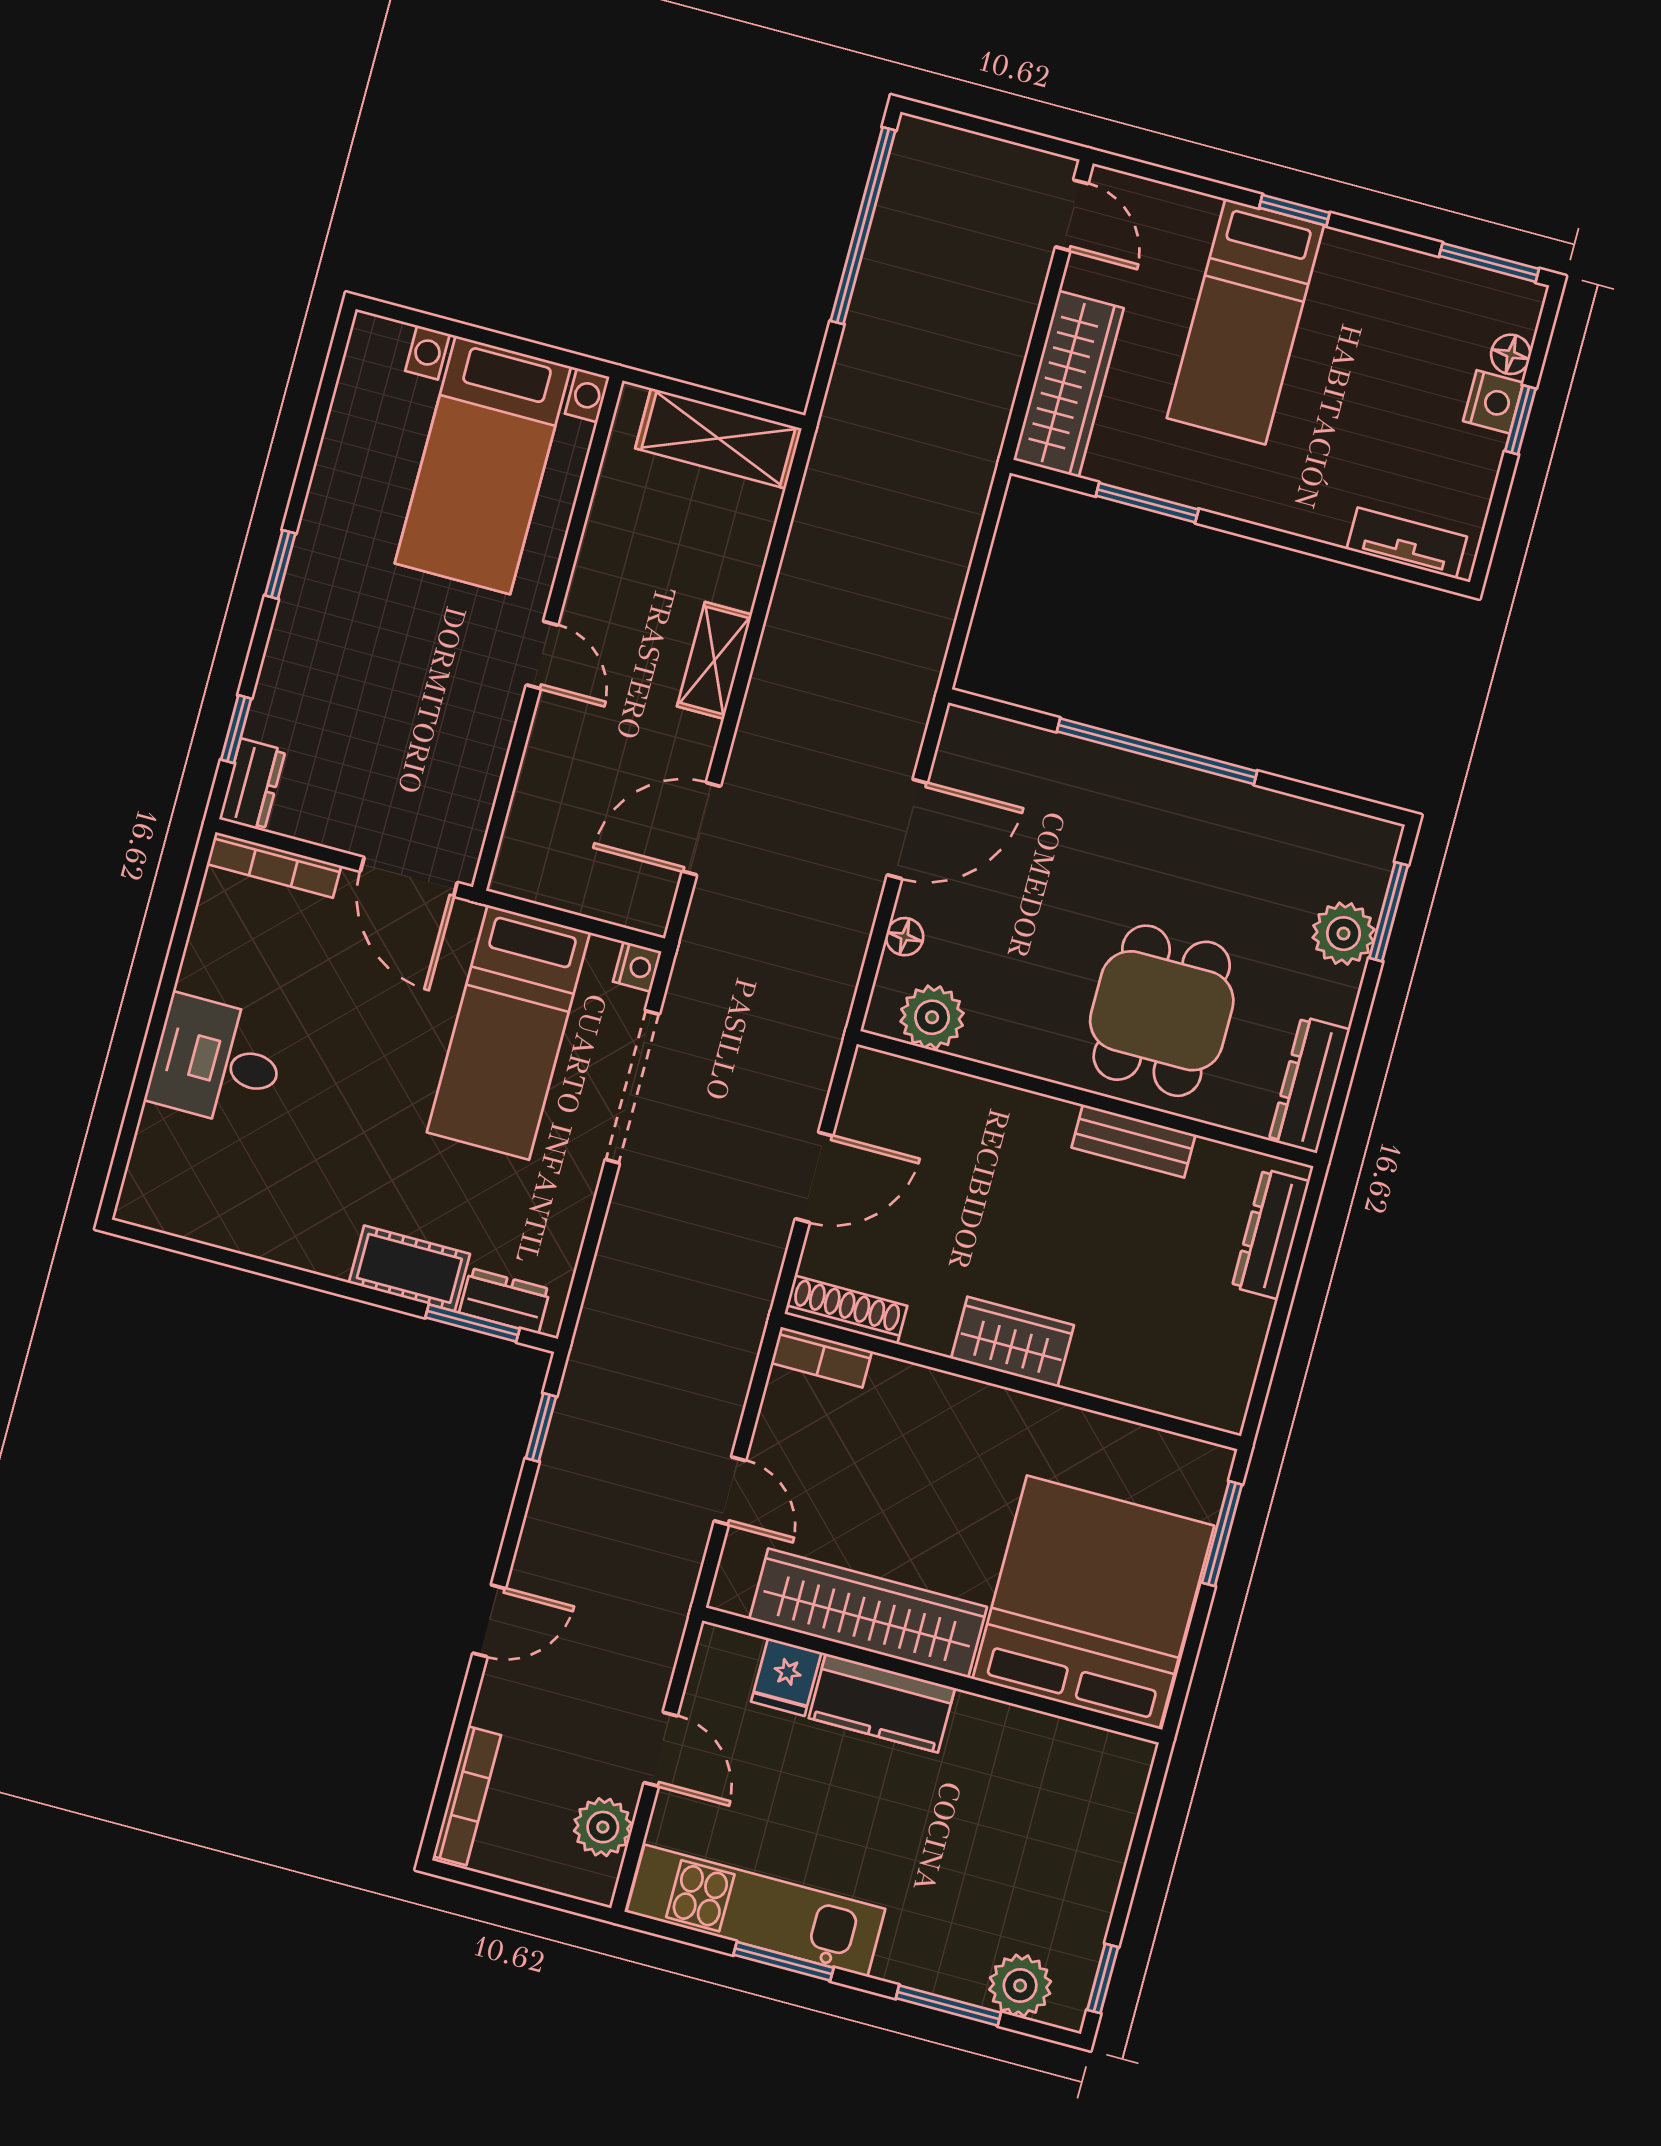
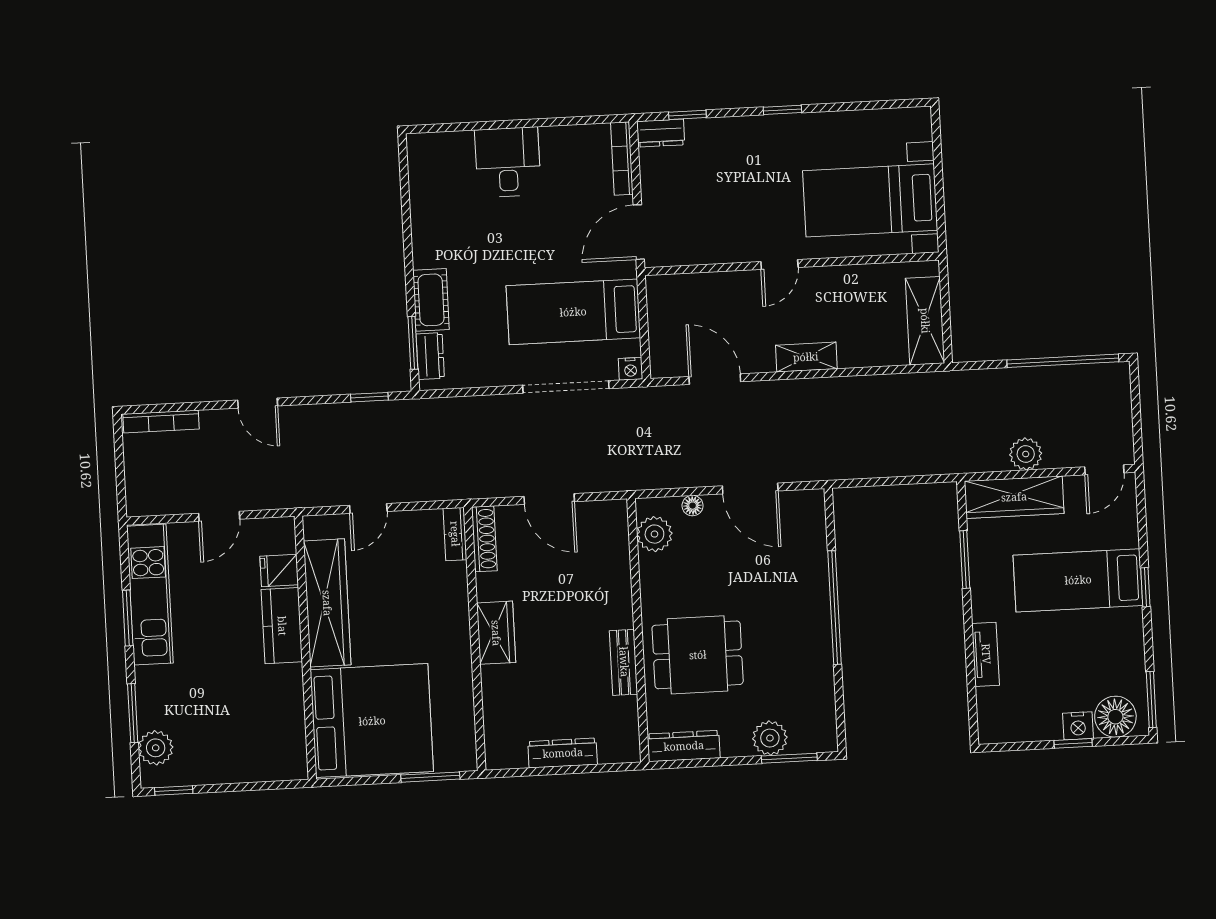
floor lamp: (1511, 354) -> (1115, 717), width x1.89, depth x1.89
tv unit: (1407, 543) -> (986, 654), moved
dresser: (1271, 1234) -> (563, 753), moved
plant: (603, 1827) -> (1026, 454), moved

